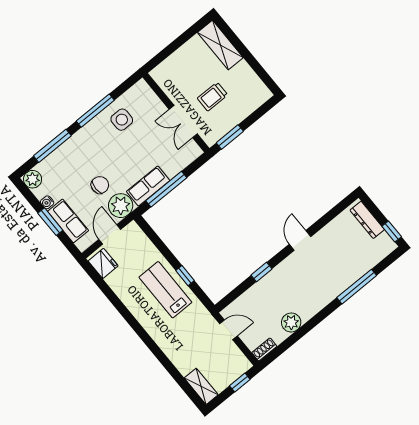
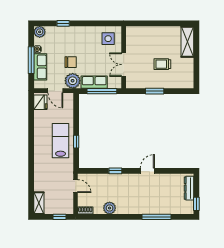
window: (95, 111) -> (99, 23), removed
wall: (176, 113) -> (124, 57), moved
double door: (183, 122) -> (124, 65), moved
window: (52, 146) -> (63, 23), width x0.46
window: (50, 222) -> (31, 60), width x1.44
door: (110, 234) -> (55, 91), swing flipped

